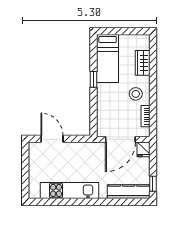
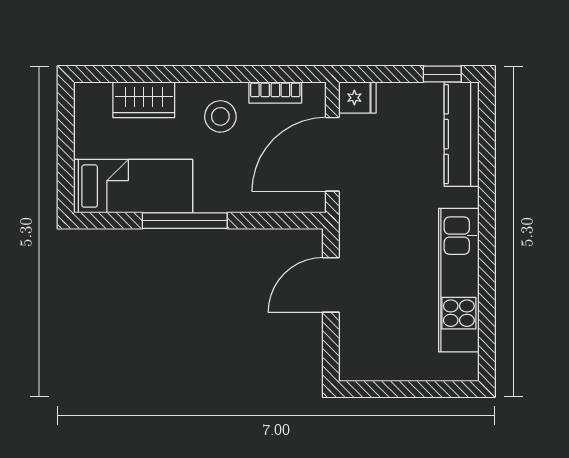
window: (94, 79) -> (185, 221), width x2.17
door: (52, 139) -> (331, 285), moved
door: (120, 139) -> (332, 154), swing flipped

